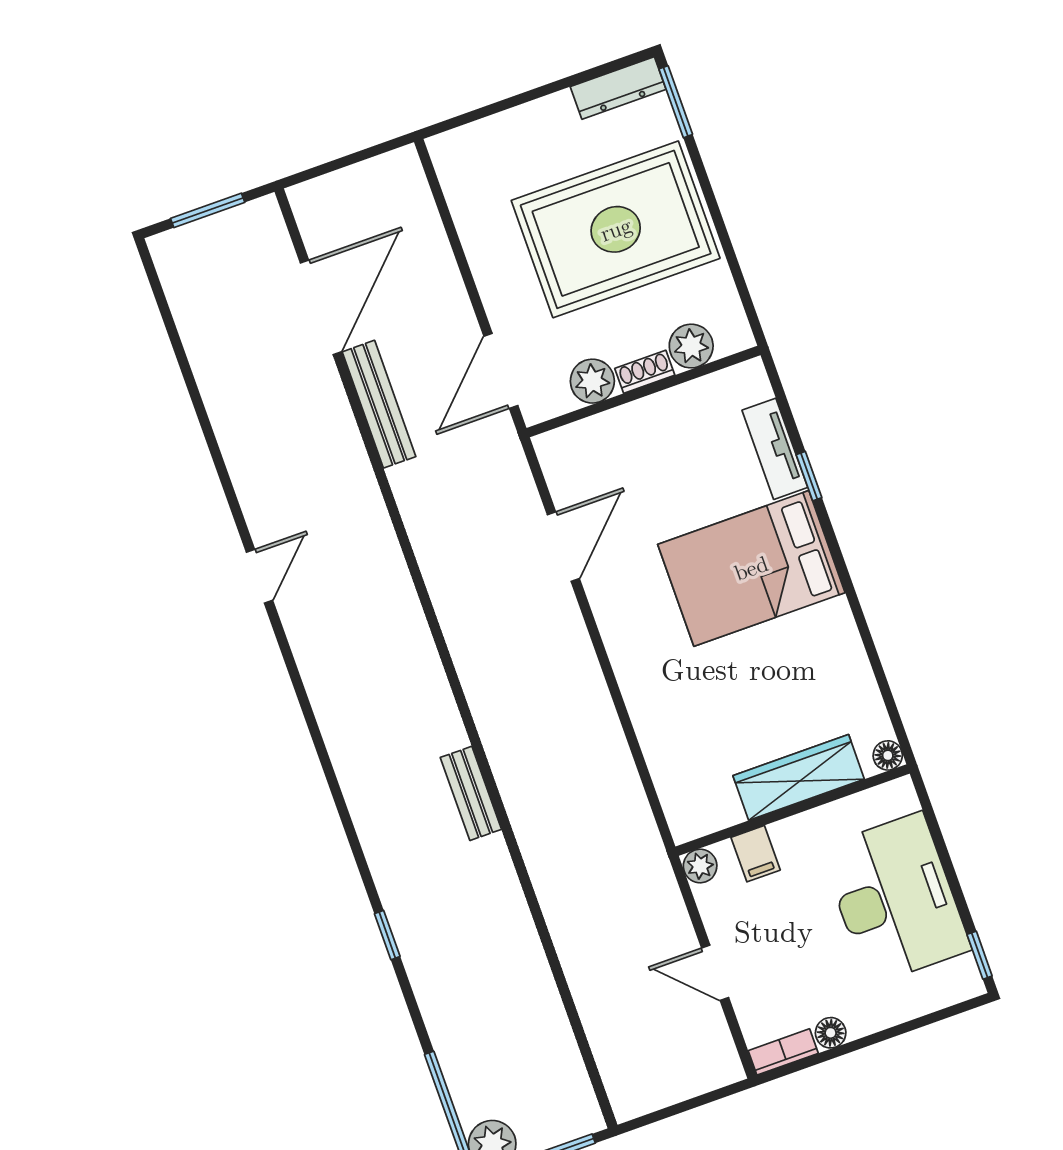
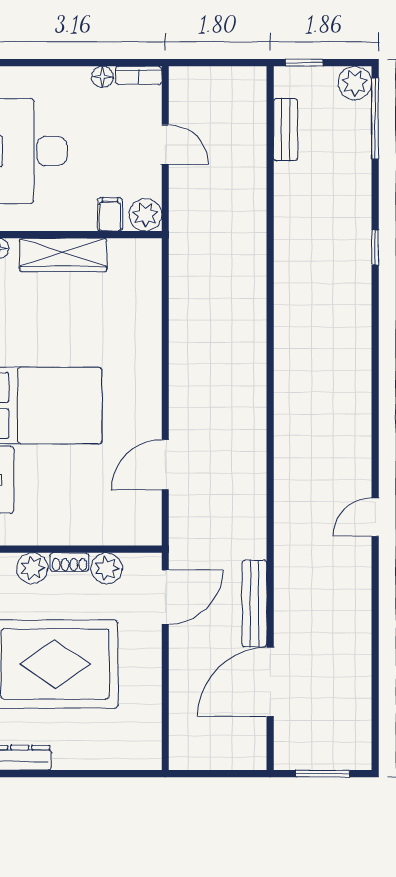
bench: (471, 793) -> (286, 130), moved
plant: (700, 866) -> (145, 215), width x1.38, depth x1.38

